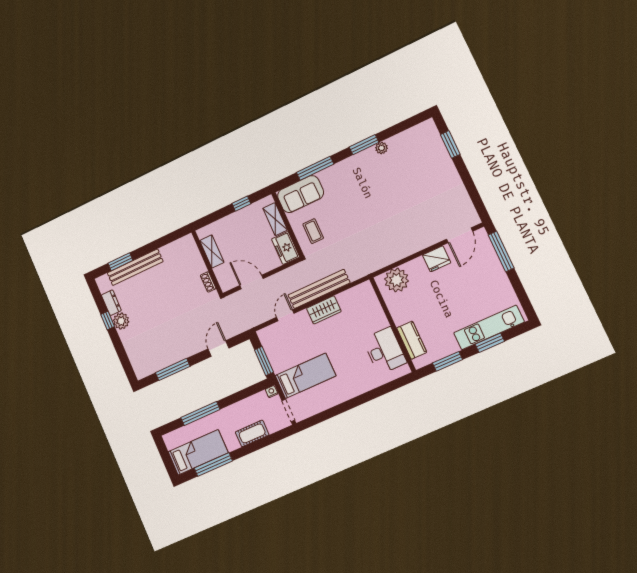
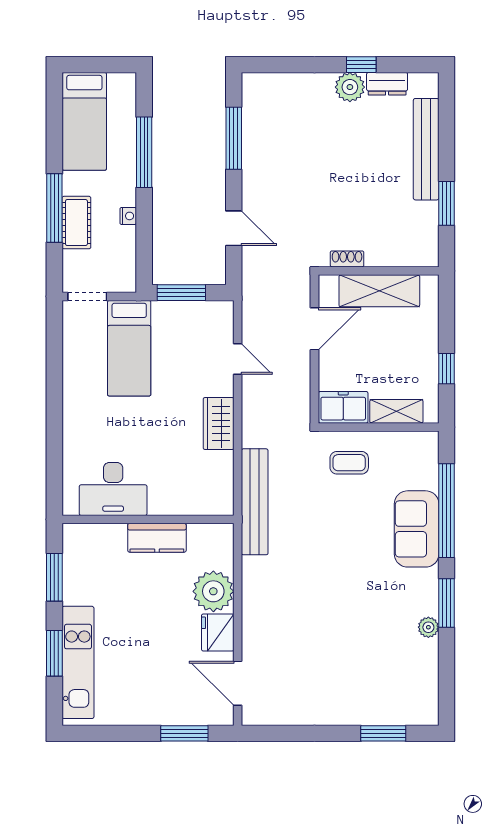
window: (315, 168) -> (446, 511), width x1.46
sofa: (301, 194) -> (417, 529), moved
shelving: (212, 251) -> (379, 291), width x1.50, depth x1.33
window: (501, 251) -> (184, 733), width x0.69
window: (120, 262) -> (446, 203), moved
plant: (397, 280) -> (213, 591), moved
bench: (319, 289) -> (255, 502), moved
kitchen counter: (412, 340) -> (157, 538), moved
nightstand: (272, 392) -> (128, 216), moved
window: (213, 465) -> (54, 208), moved

